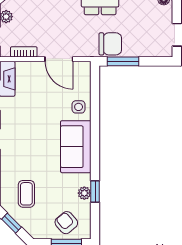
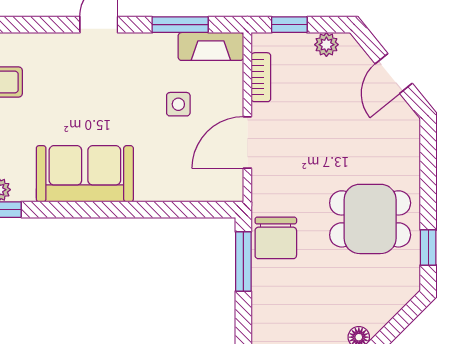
side table: (79, 107) -> (178, 104), moved

